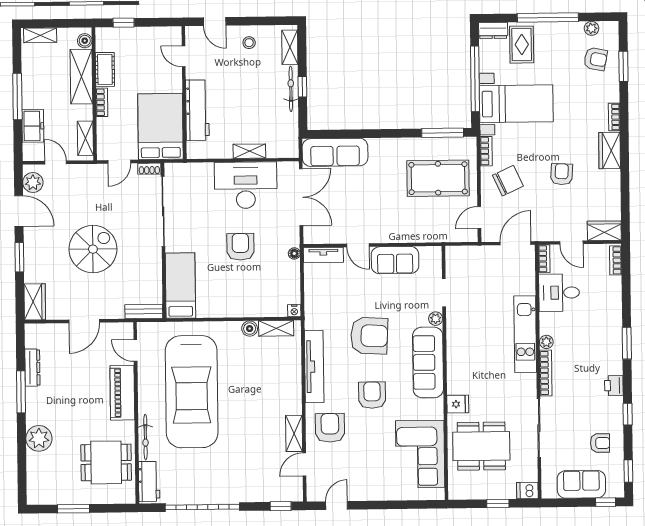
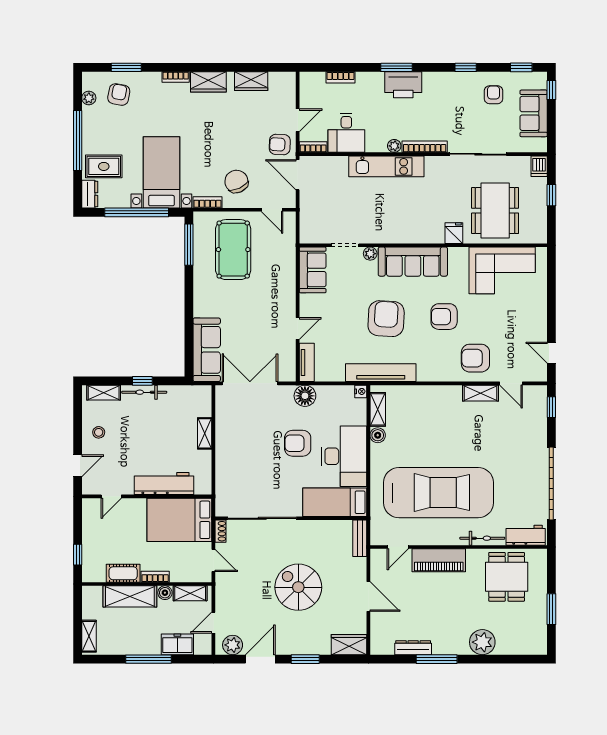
boiler: (85, 41) -> (165, 593), moved
armchair: (562, 174) -> (280, 145), moved
desk: (246, 185) -> (344, 456), moved, turned 180
wardrobe: (604, 231) -> (251, 81), moved, turned -90
floor lamp: (294, 253) -> (305, 396), width x1.89, depth x1.89
sofa: (395, 260) -> (313, 270), moved
bookcase: (616, 260) -> (341, 77), moved
tv unit: (314, 367) -> (381, 373), moved
printer: (614, 385) -> (403, 85), moved, width x1.87, depth x1.48

